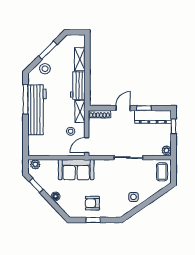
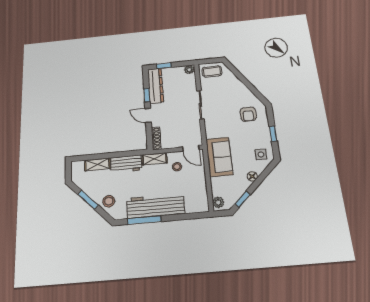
side table: (134, 197) -> (261, 154), moved
armchair: (92, 203) -> (248, 114), moved

